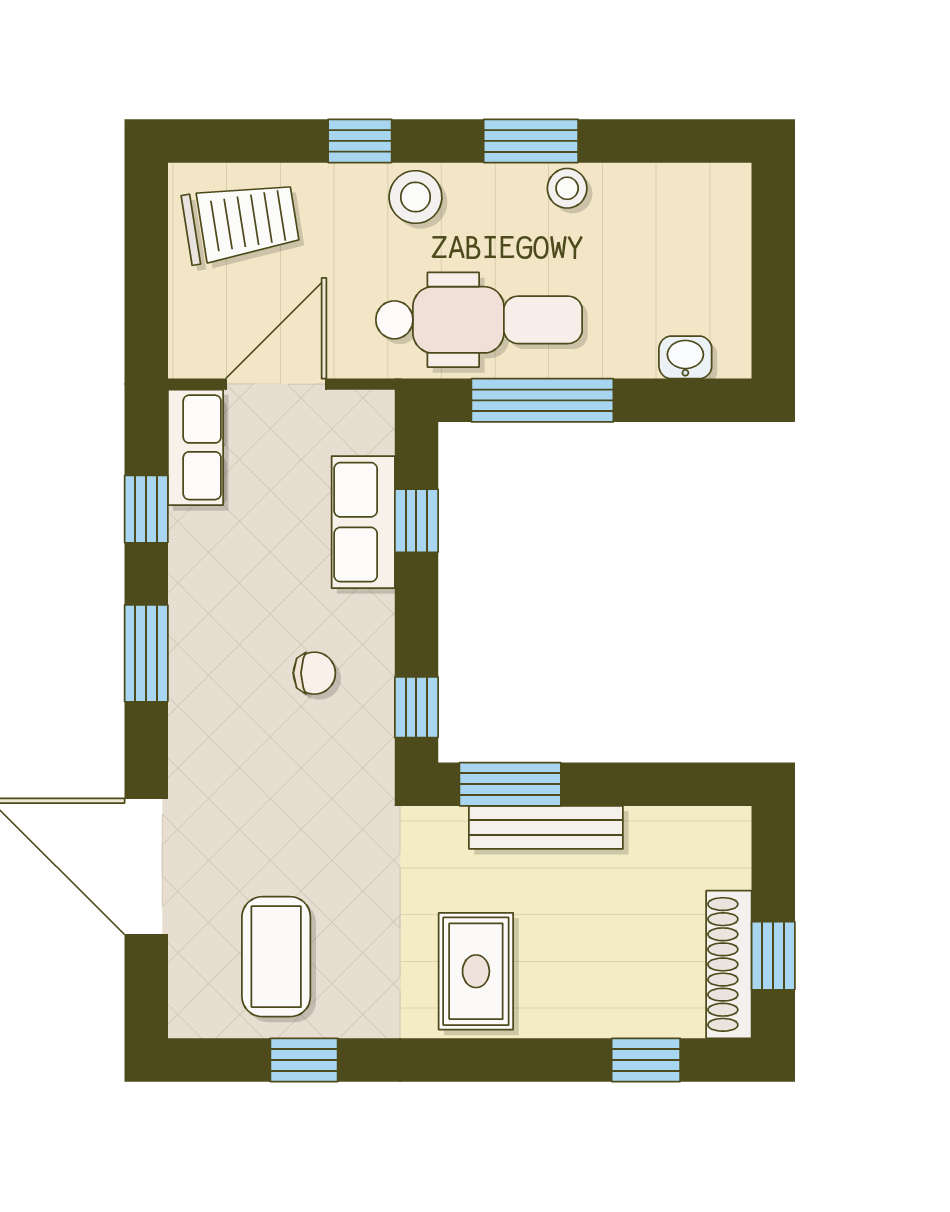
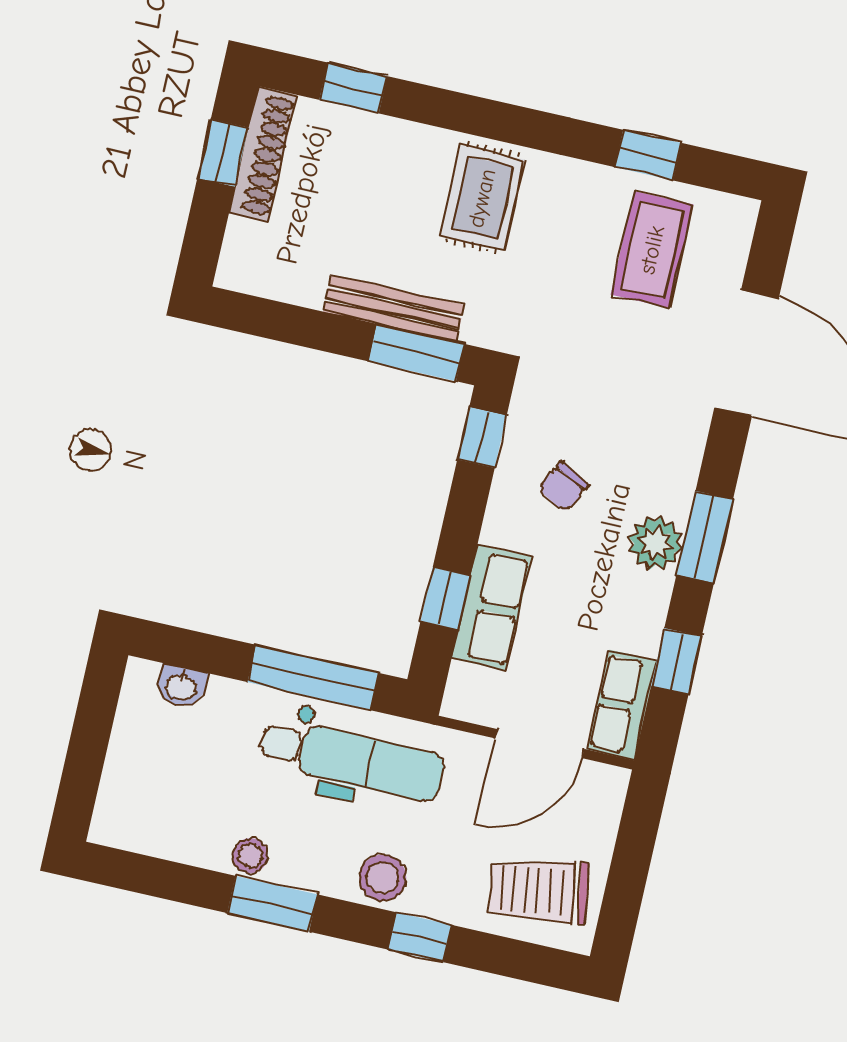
dental chair: (479, 320) -> (352, 759), turned 180
plant: (199, 634) -> (655, 543), added
chair: (314, 673) -> (563, 487), turned -62

